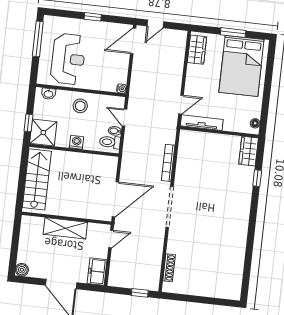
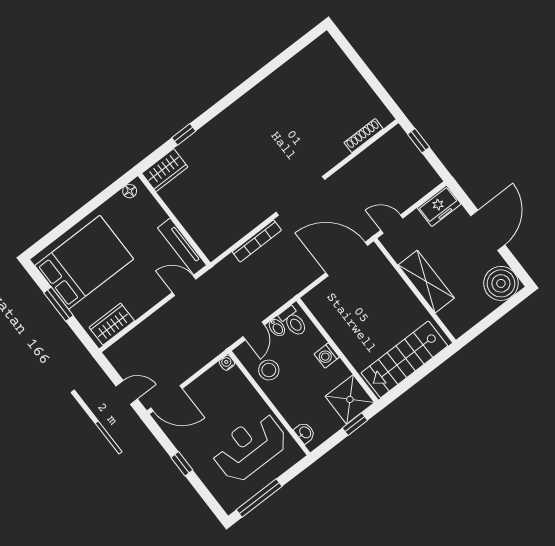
stool: (80, 106) -> (269, 370), moved
boiler: (22, 270) -> (501, 283), width x1.86, depth x1.86

